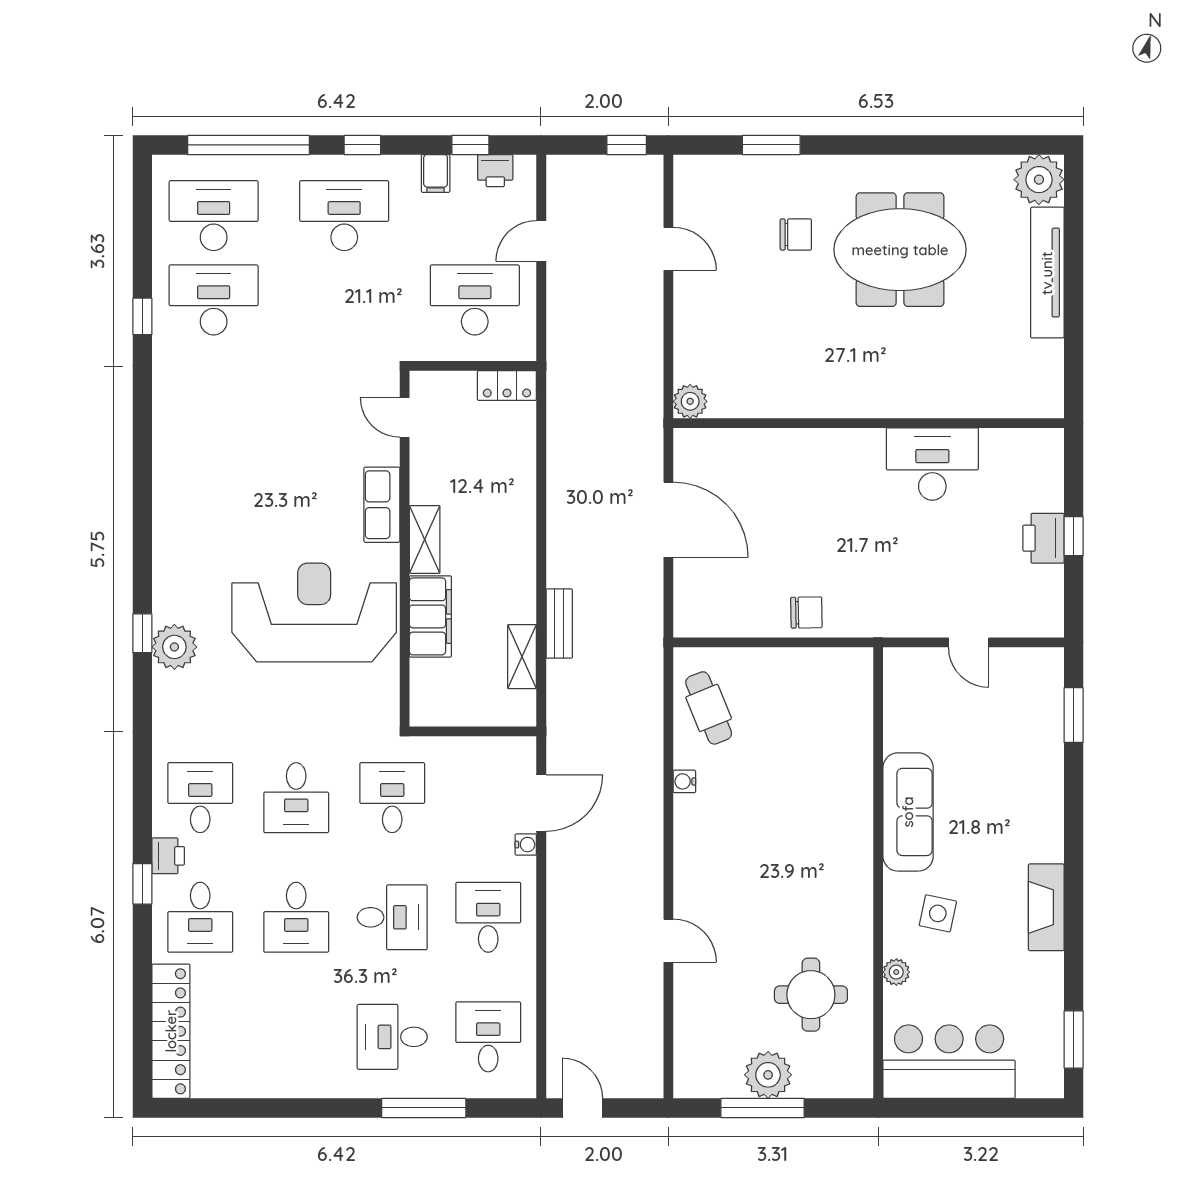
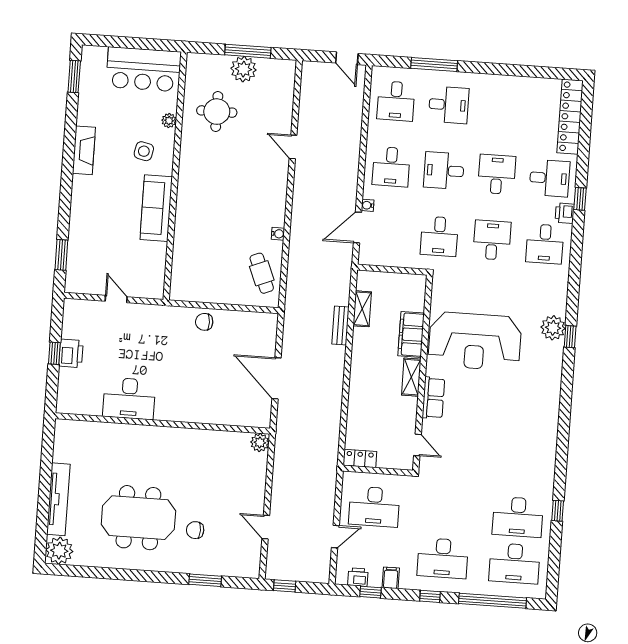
desk: (200, 917) -> (550, 178), turned 90

